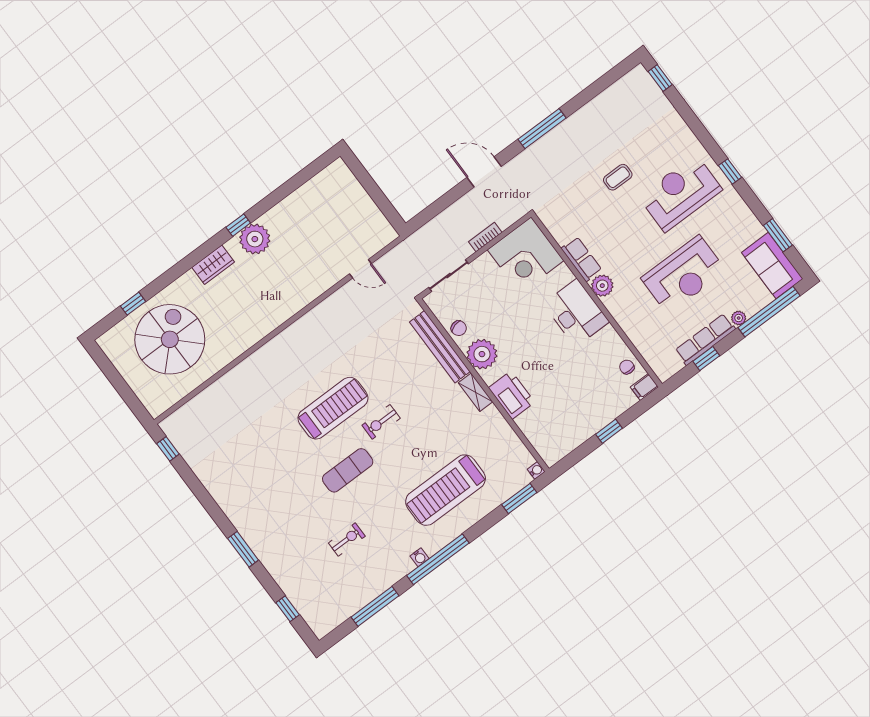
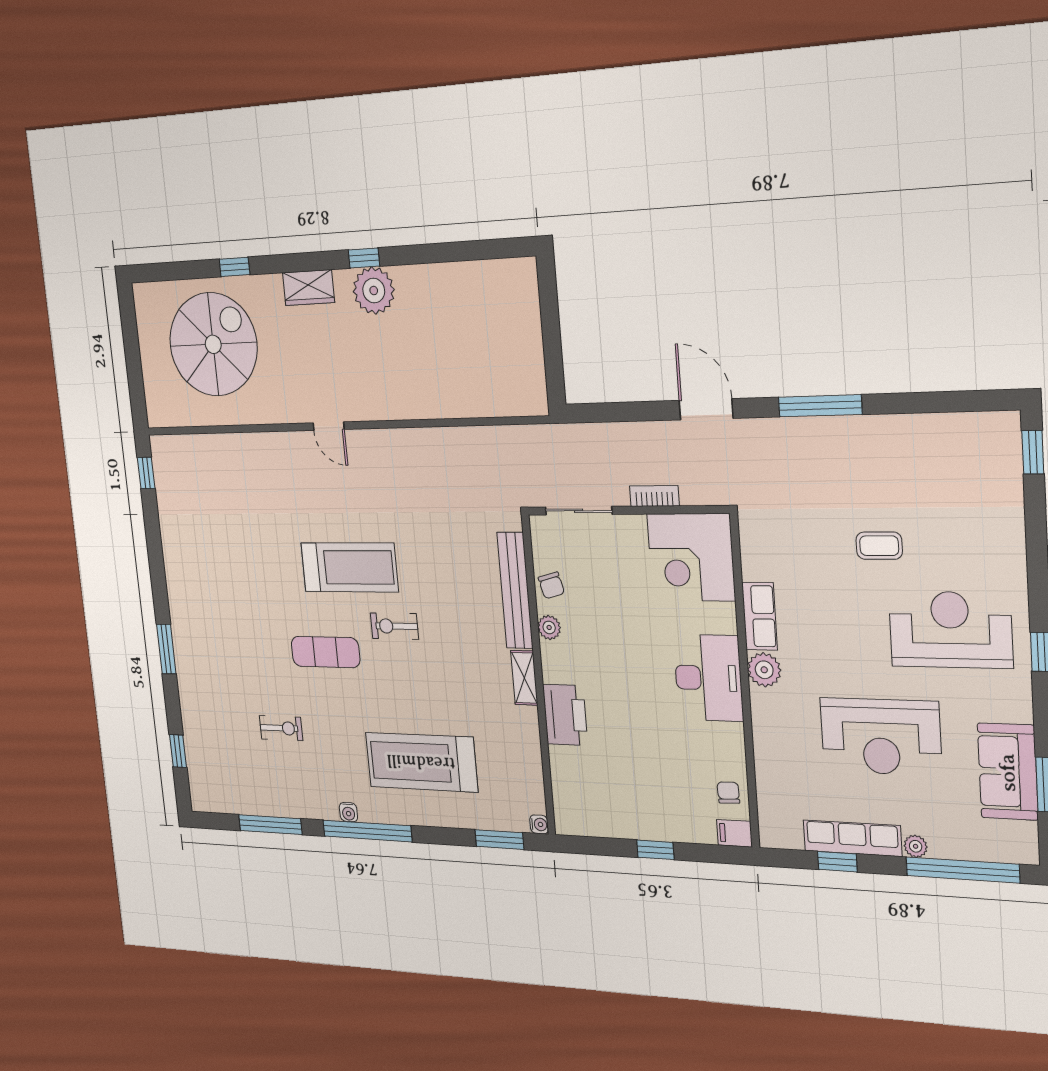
sofa: (772, 266) -> (1008, 772), moved
door: (360, 269) -> (329, 426), moved
window: (133, 304) -> (234, 267), moved
plant: (482, 354) -> (549, 627), width x0.53, depth x0.53

